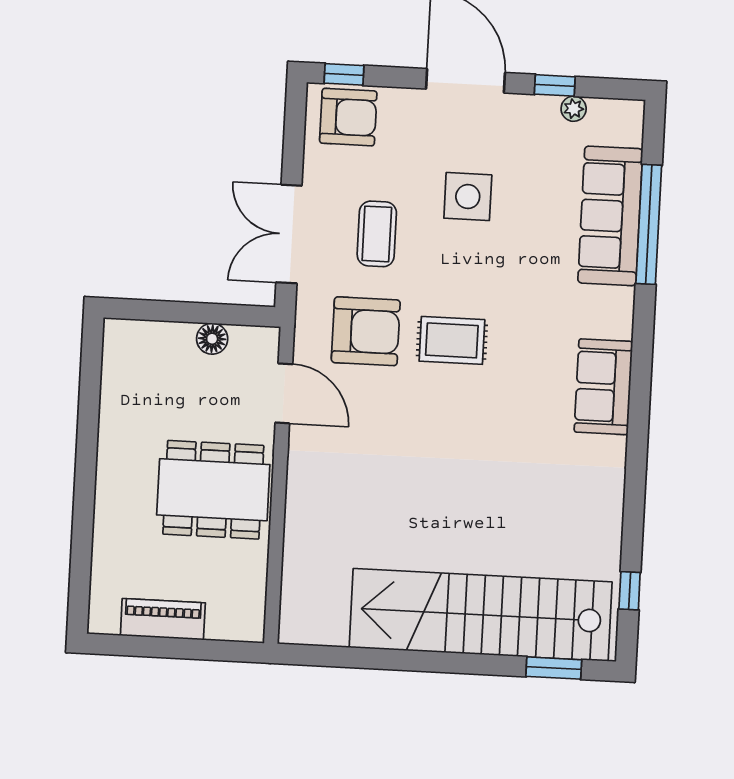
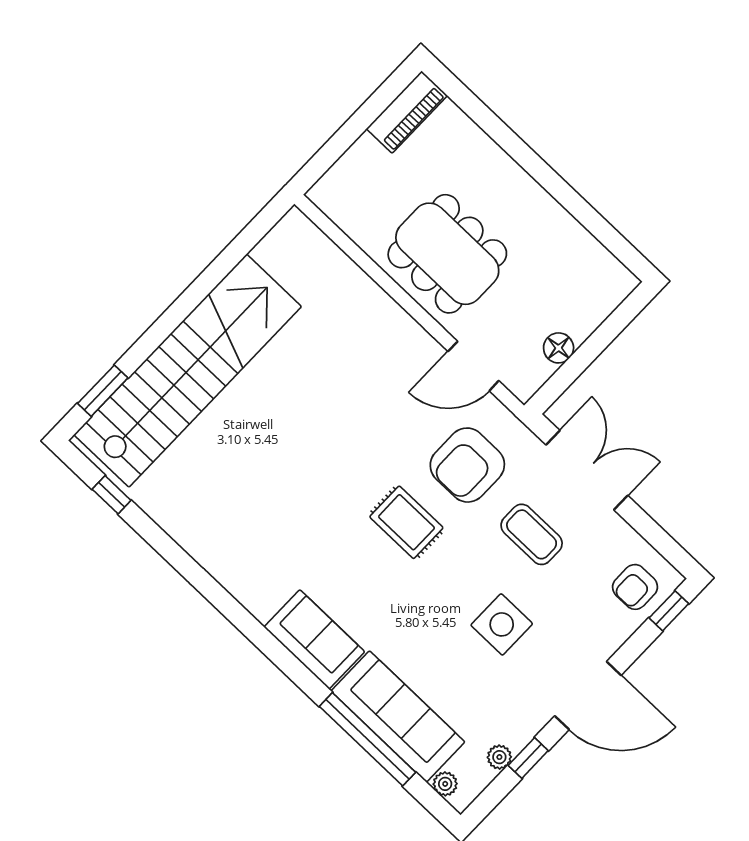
armchair: (348, 117) -> (635, 587), width x0.72, depth x0.72
plant: (631, 133) -> (445, 784), added
rug: (452, 340) -> (406, 522), turned 90
sofa: (603, 387) -> (314, 639), moved
dining table: (213, 490) -> (447, 254), turned 90
piano: (163, 619) -> (407, 112), moved

